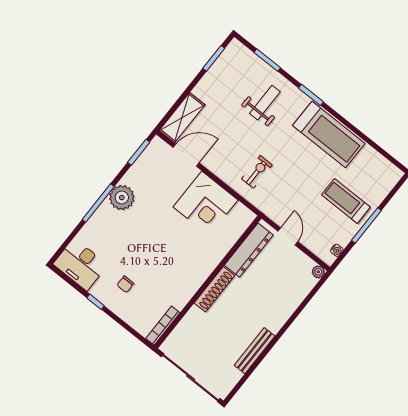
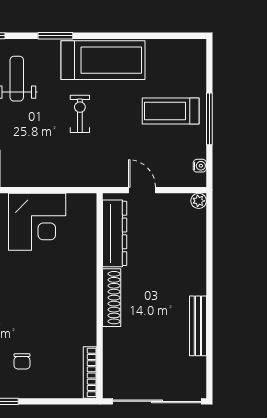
exercise bike: (257, 172) -> (80, 114), moved

